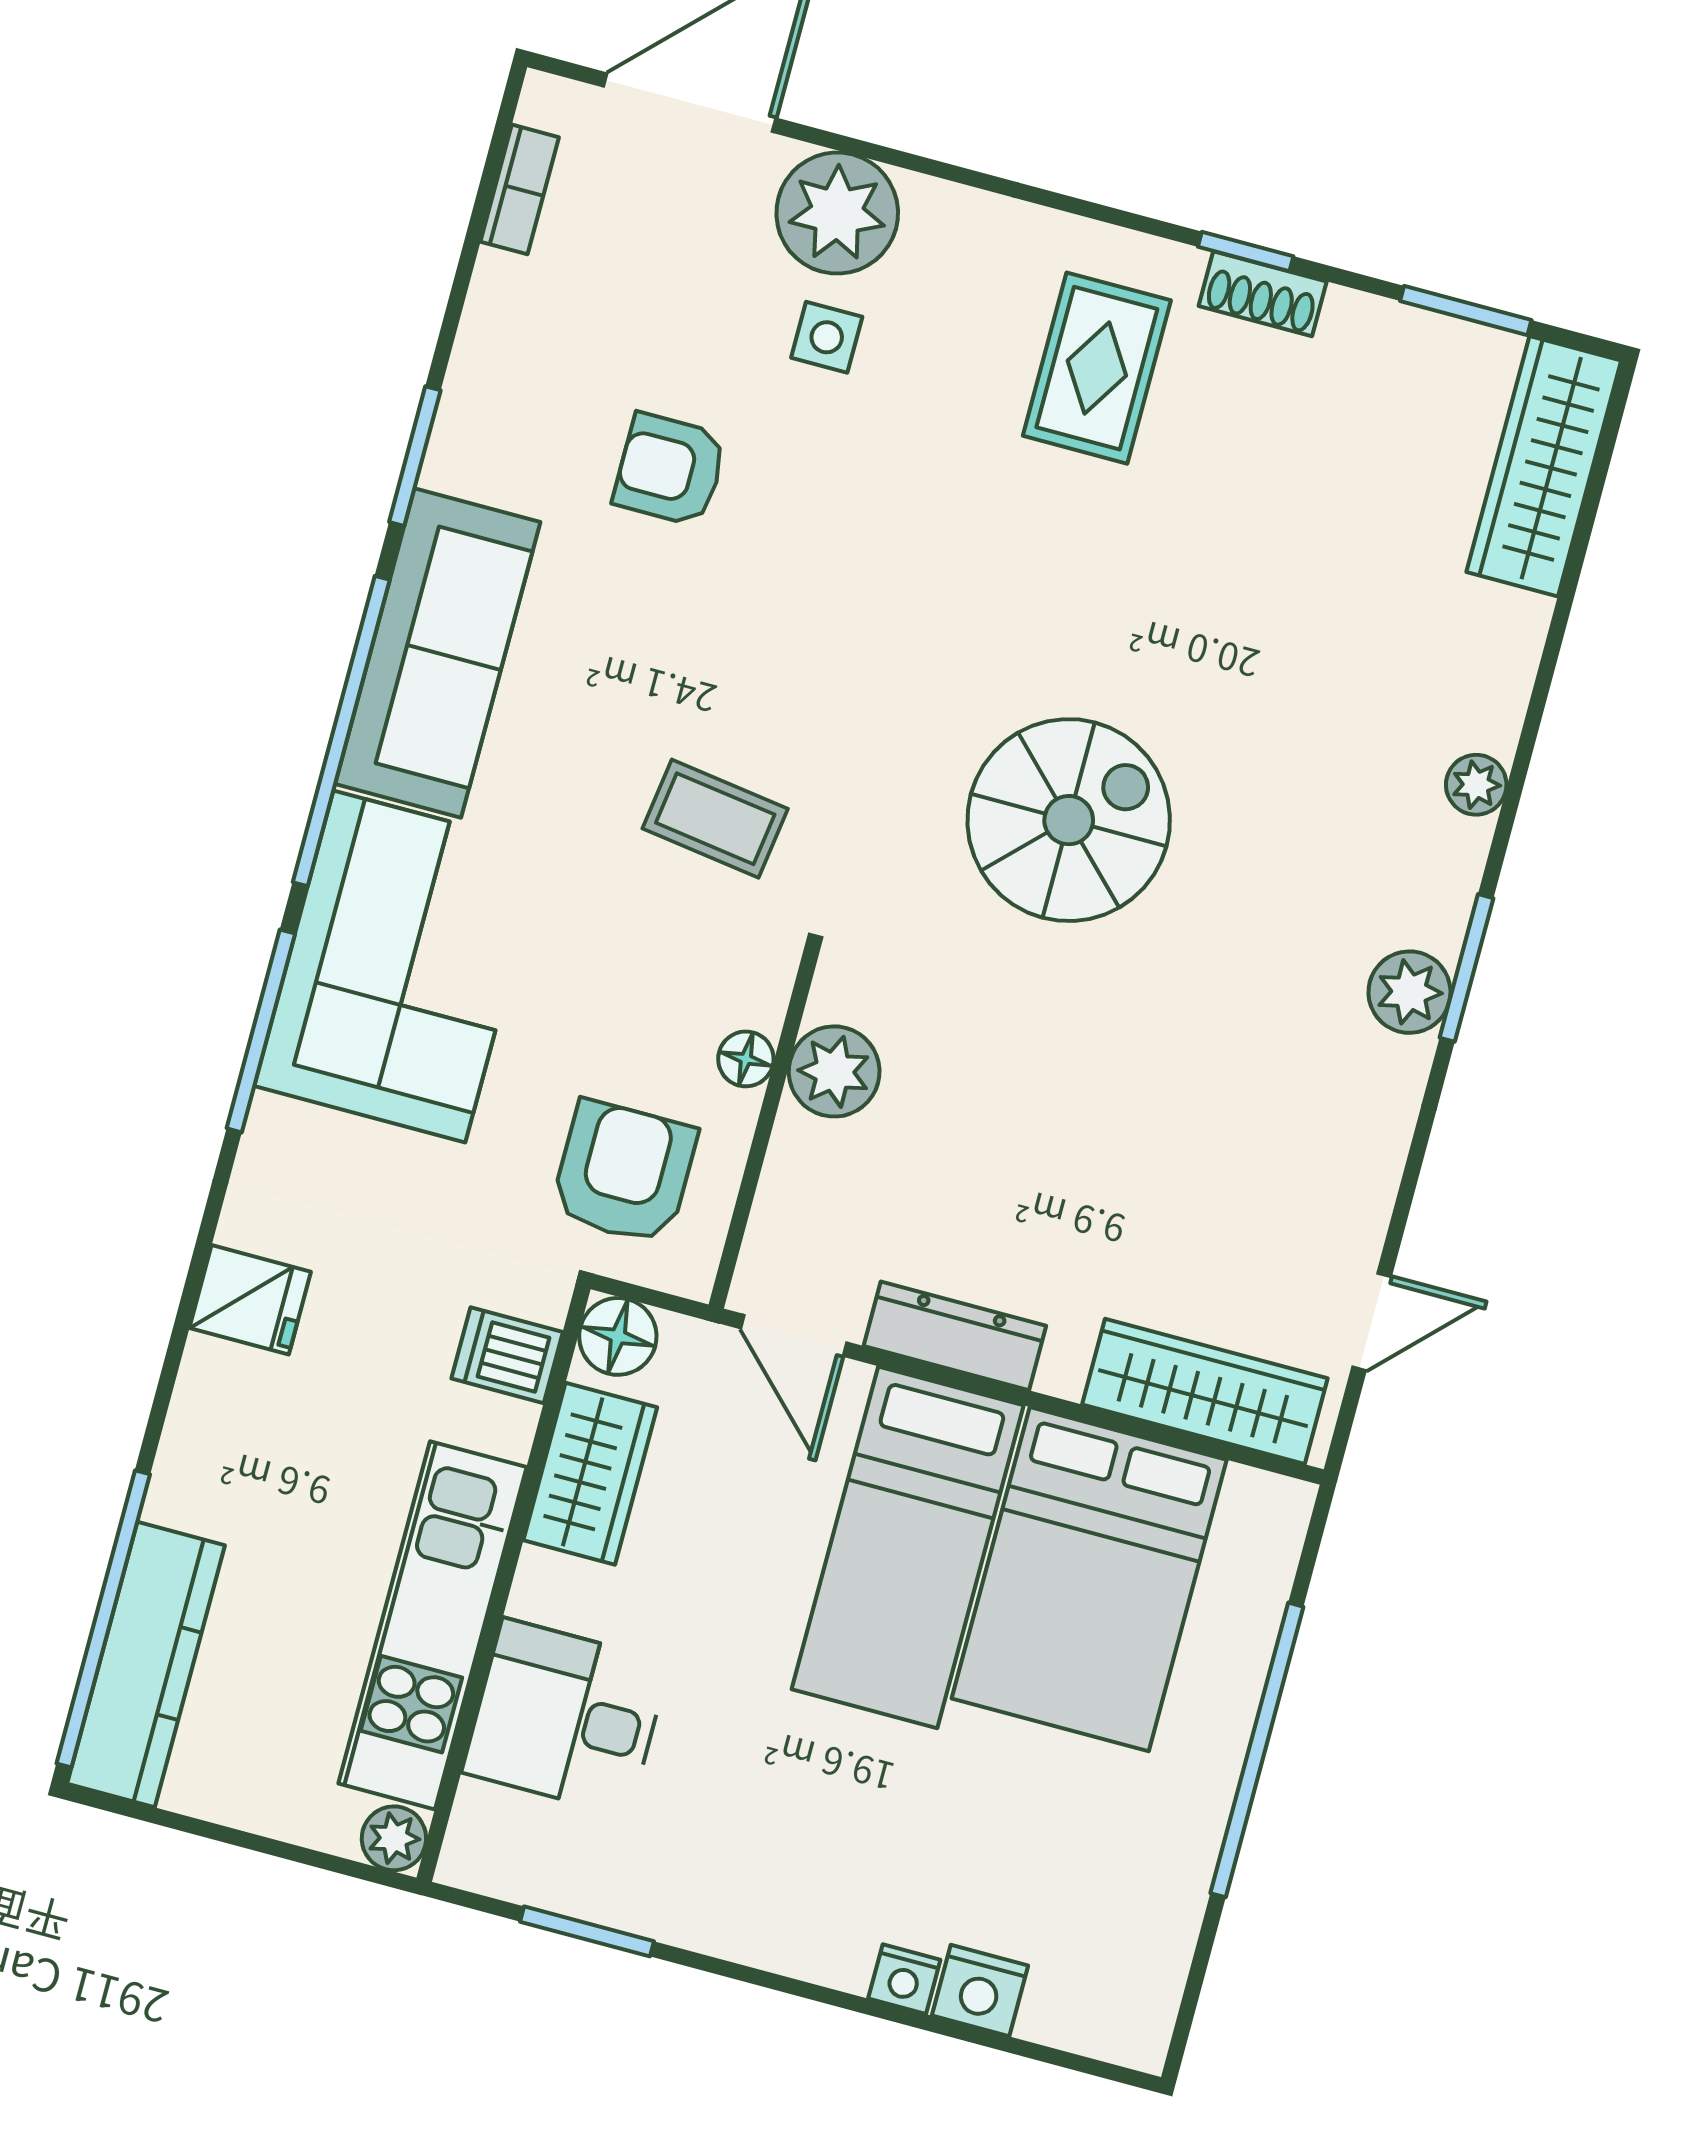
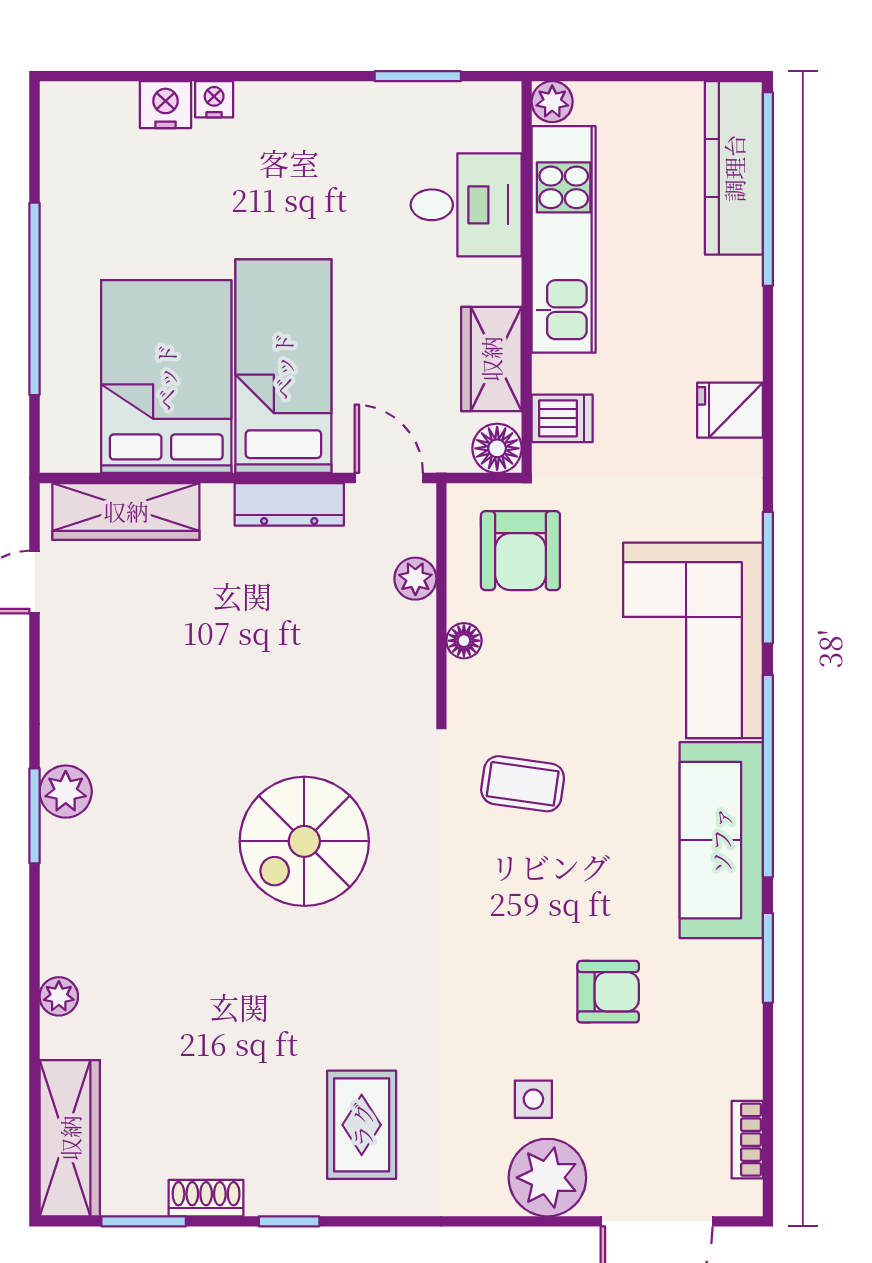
shoe rack: (1263, 294) -> (206, 1198), moved
plant: (1476, 785) -> (59, 996), moved
plant: (834, 1071) -> (415, 579), moved, width x0.73, depth x0.73

